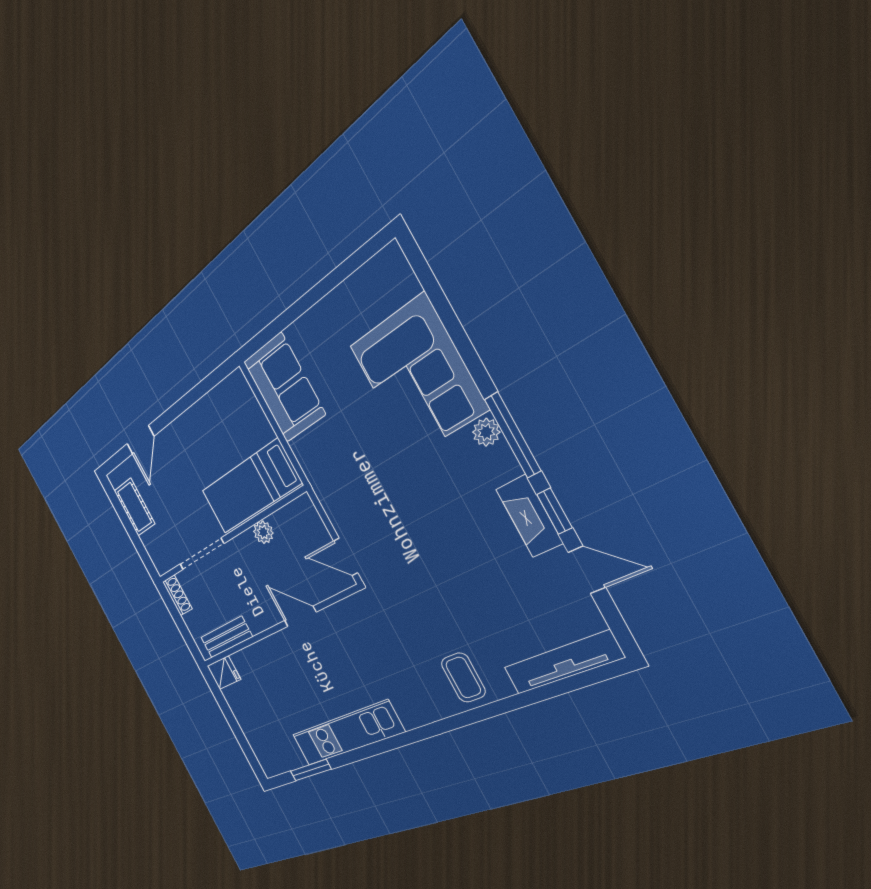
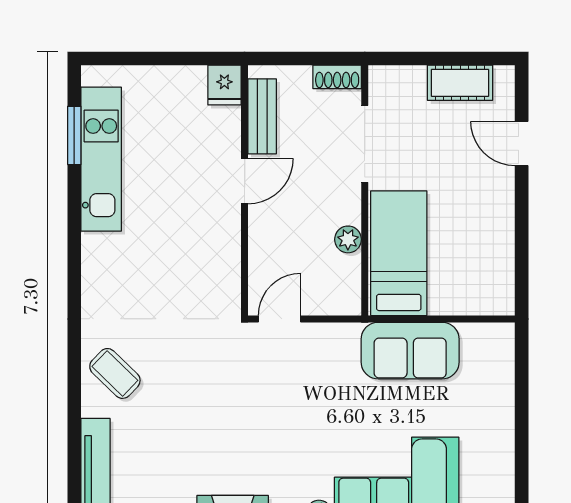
sofa: (284, 388) -> (410, 351), moved
door: (300, 616) -> (245, 181), moved
coffee table: (463, 677) -> (115, 373), turned 44
kitchen unit: (347, 733) -> (101, 159), moved

